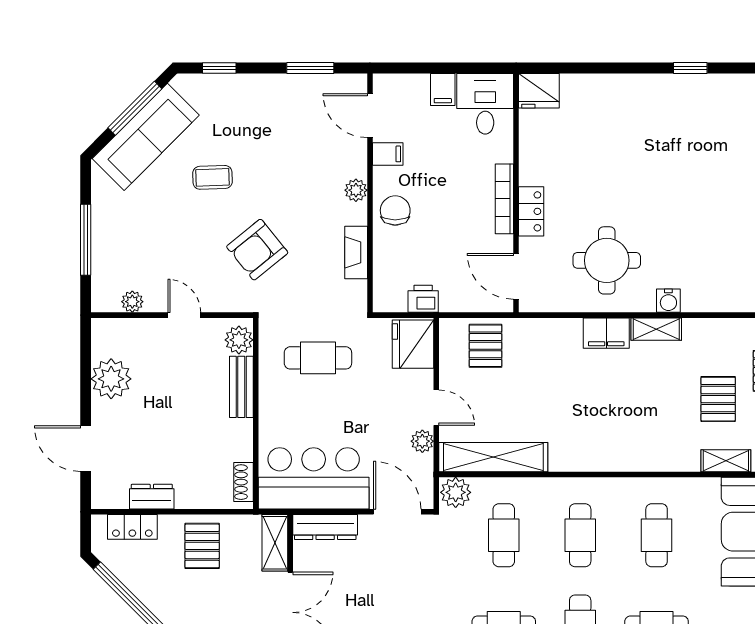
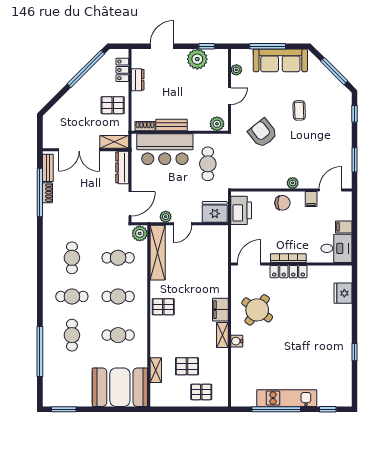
fridge: (539, 91) -> (343, 293), moved
sofa: (146, 137) -> (280, 60), moved, turned -45
locker: (531, 211) -> (289, 272), width x1.53
fireplace: (356, 252) -> (261, 183), removed
round table: (607, 260) -> (257, 310), turned 35
printer: (423, 299) -> (241, 210), width x1.87, depth x1.48
pallet: (485, 346) -> (163, 307), moved
window: (86, 360) -> (207, 46), added
bench: (241, 387) -> (172, 125), moved
bar counter: (314, 478) -> (165, 149), moved, turned 90

